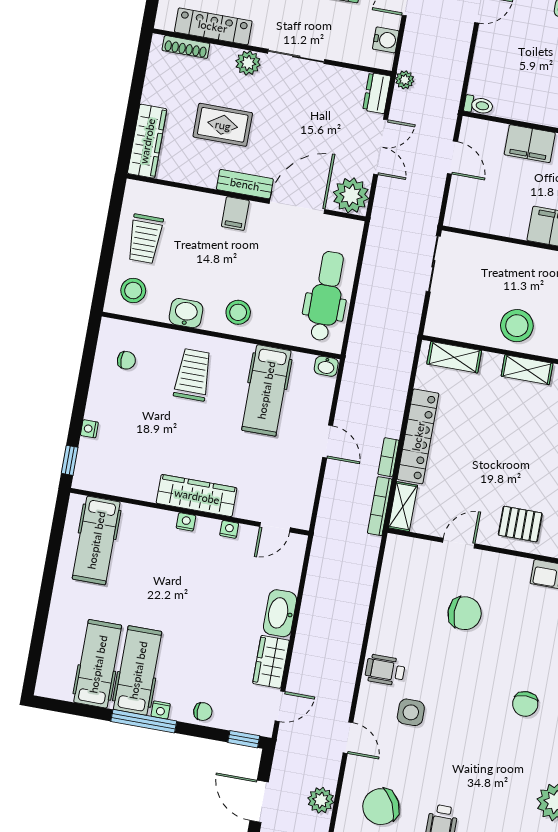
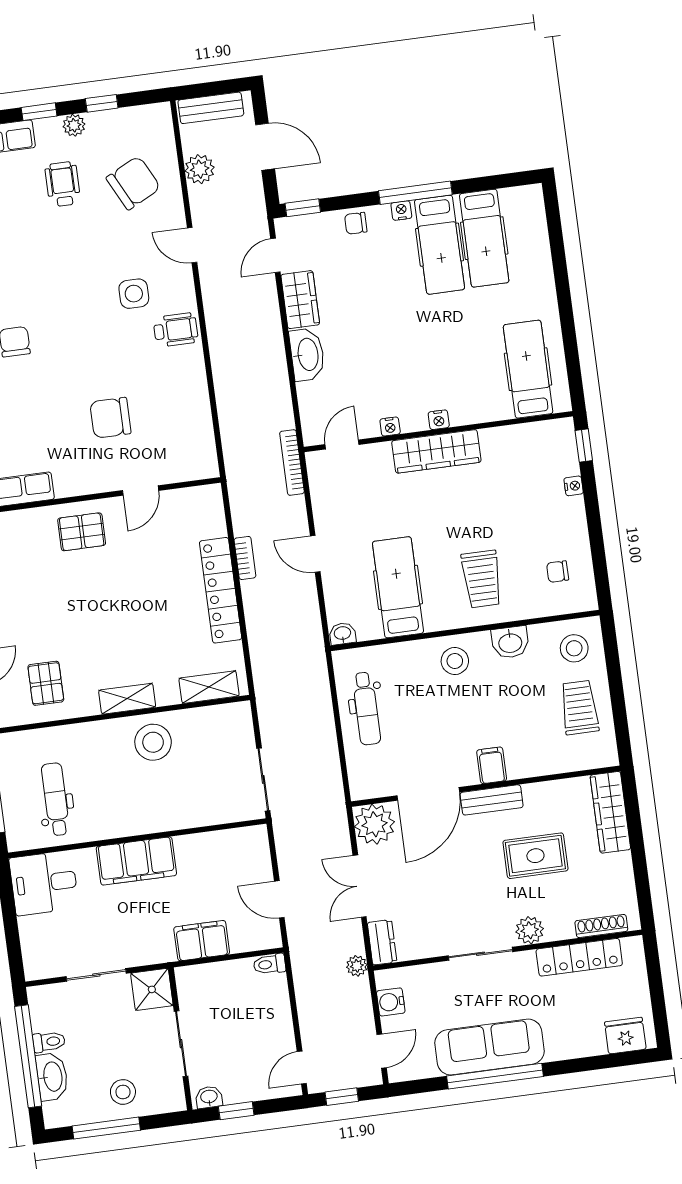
dental chair: (326, 296) -> (366, 708), width x0.73, depth x0.72
bookcase: (380, 506) -> (292, 463), moved, turned 180
shelving: (403, 507) -> (213, 510), removed

